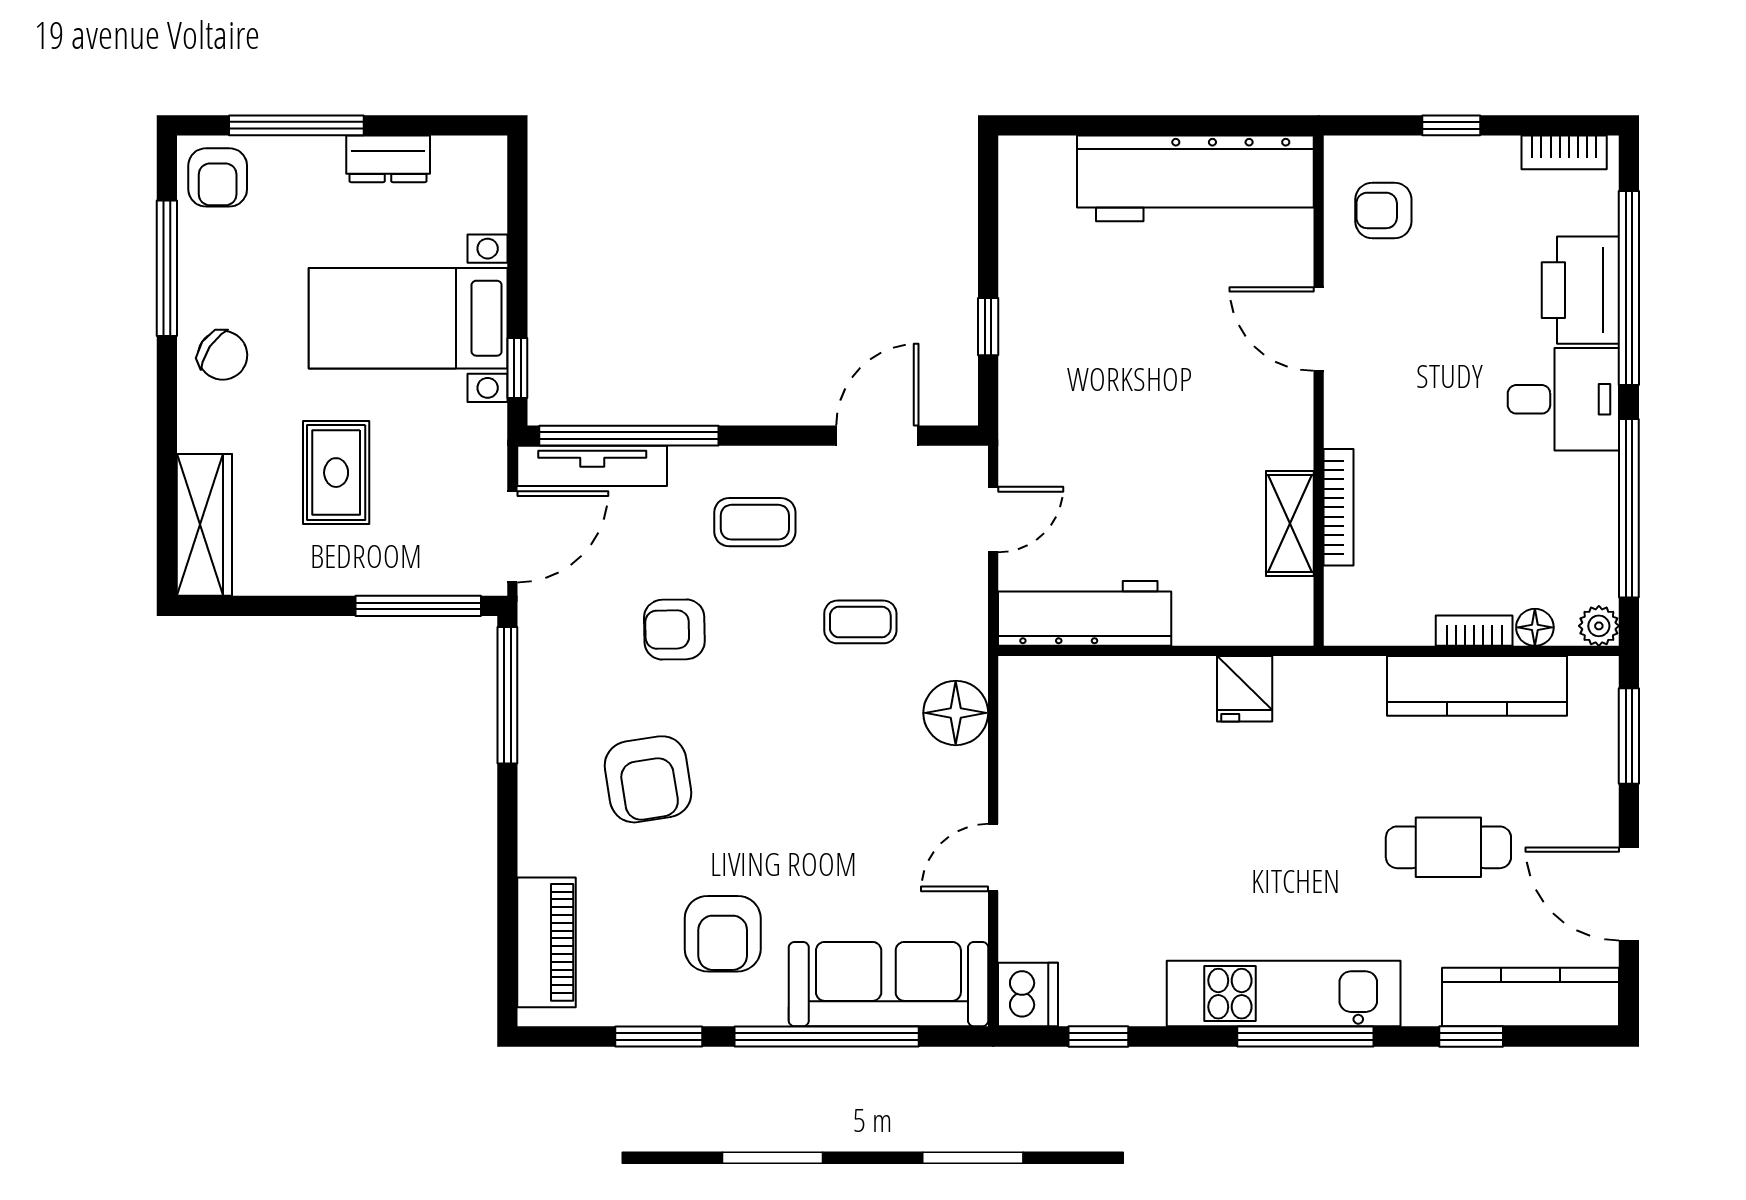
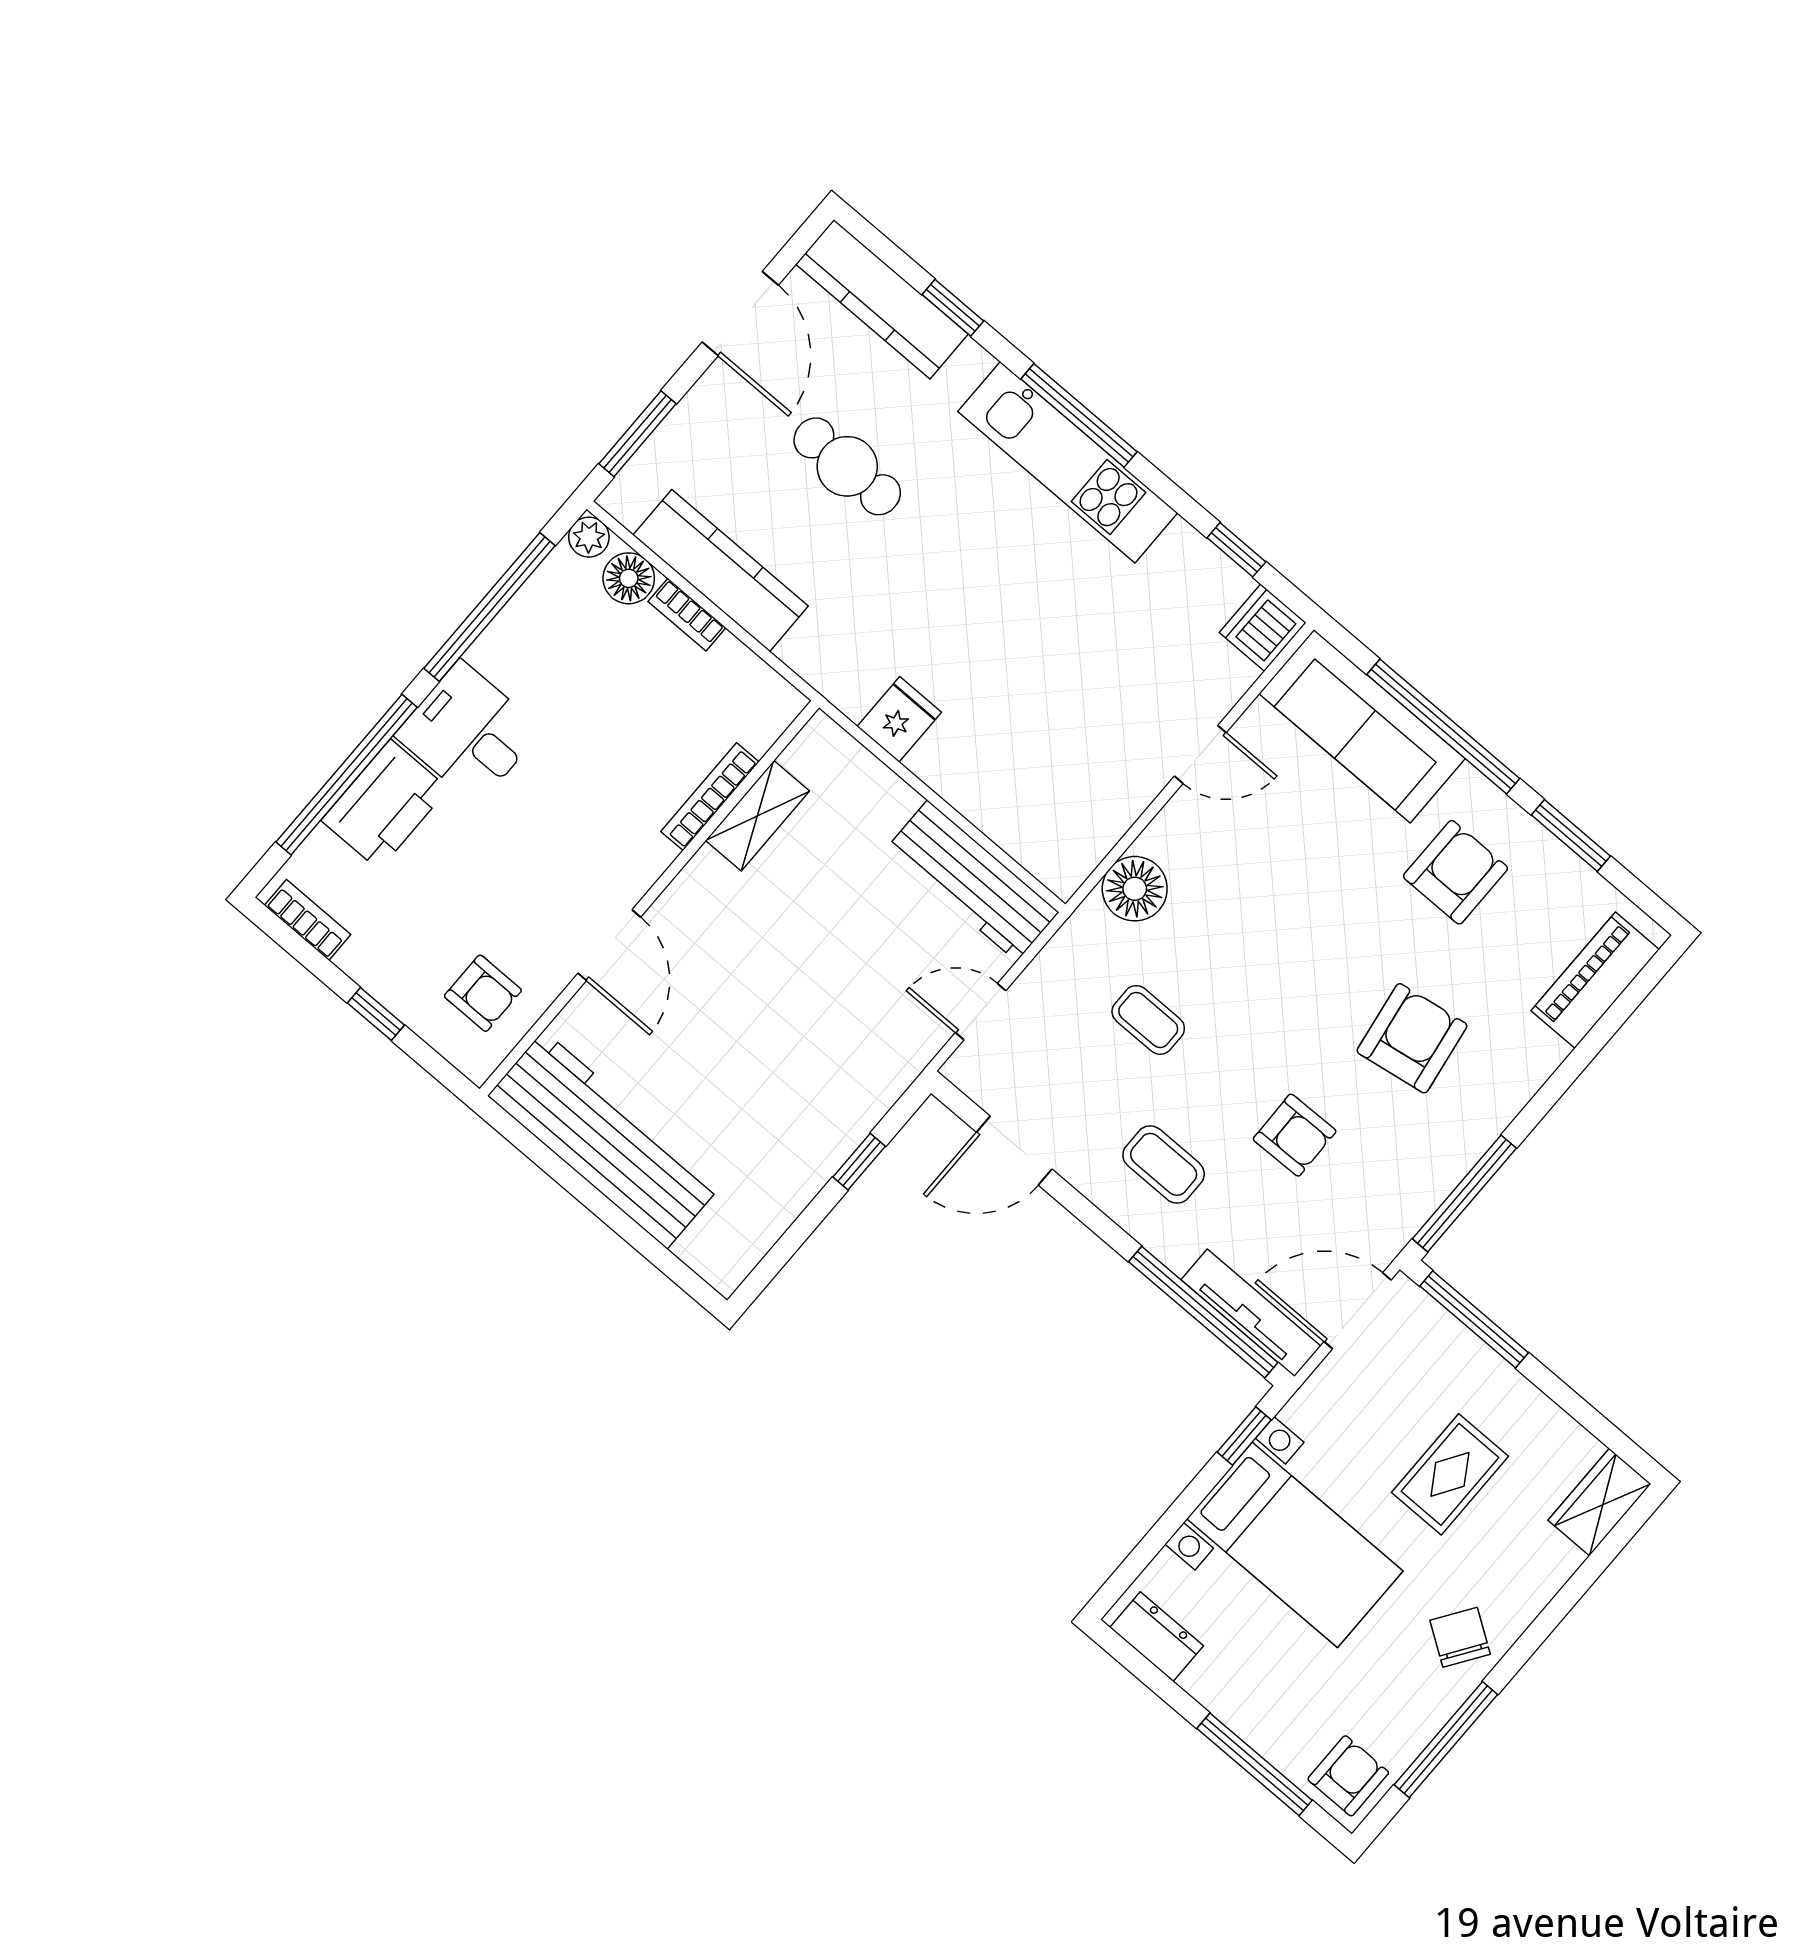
dresser: (388, 159) -> (1157, 1637), moved
wardrobe: (204, 525) -> (1599, 1502), width x0.67
floor lamp: (1535, 627) -> (629, 578), width x1.37, depth x1.37

